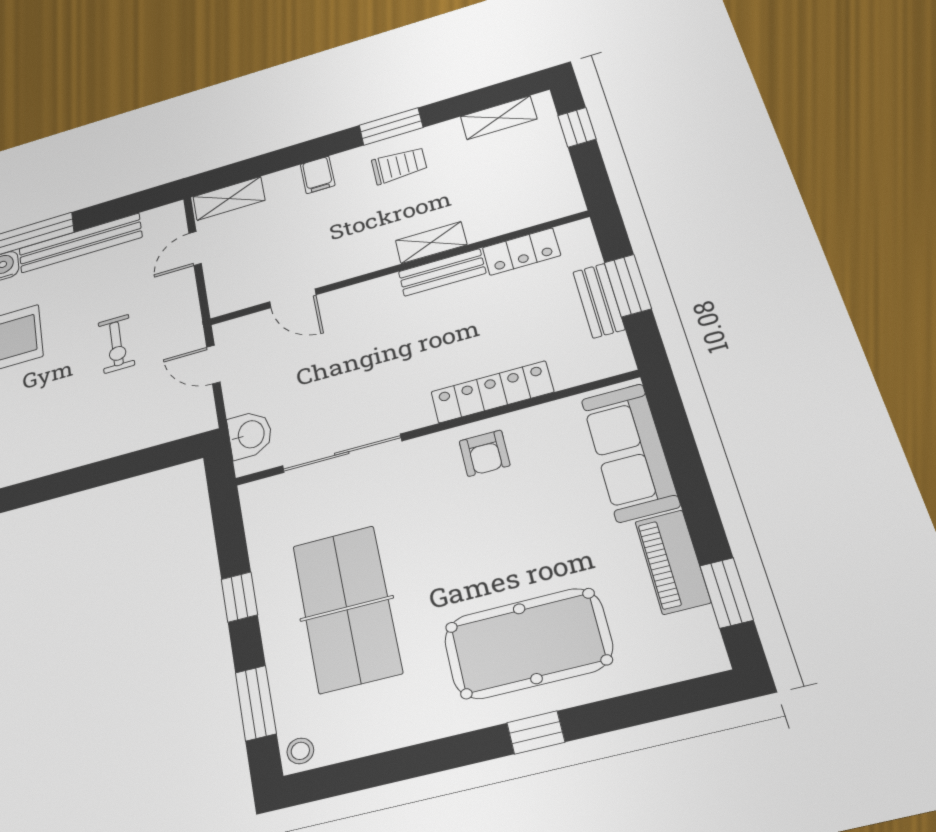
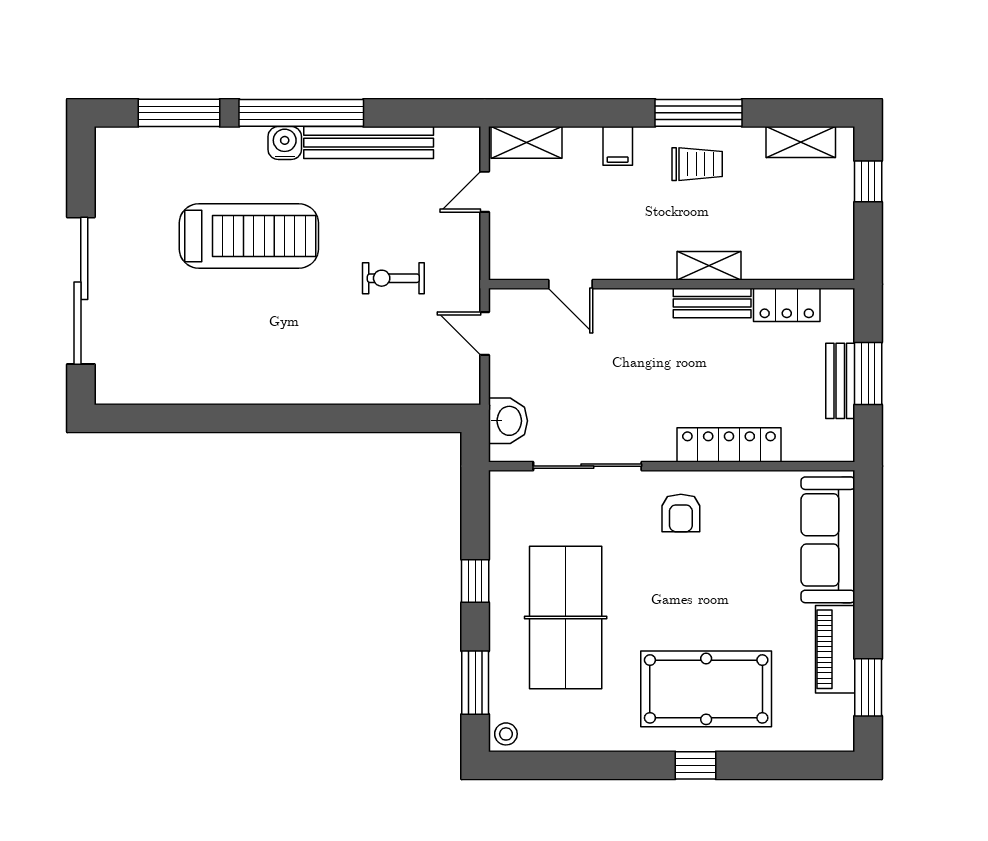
window: (391, 126) -> (699, 113), width x1.44
exercise bike: (116, 344) -> (393, 278), turned 90
armchair: (485, 453) -> (681, 513), moved

